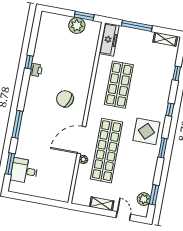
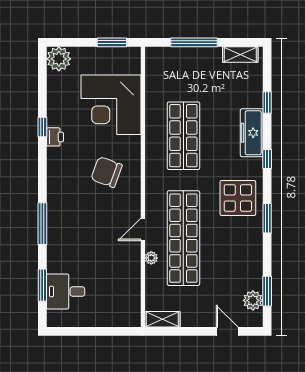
plant: (77, 26) -> (59, 59), moved
freezer: (109, 39) -> (252, 133), moved, turned 180
corner desk: (76, 56) -> (111, 105), added
door: (81, 140) -> (143, 229), width x0.53
shelving: (102, 204) -> (162, 319), moved

